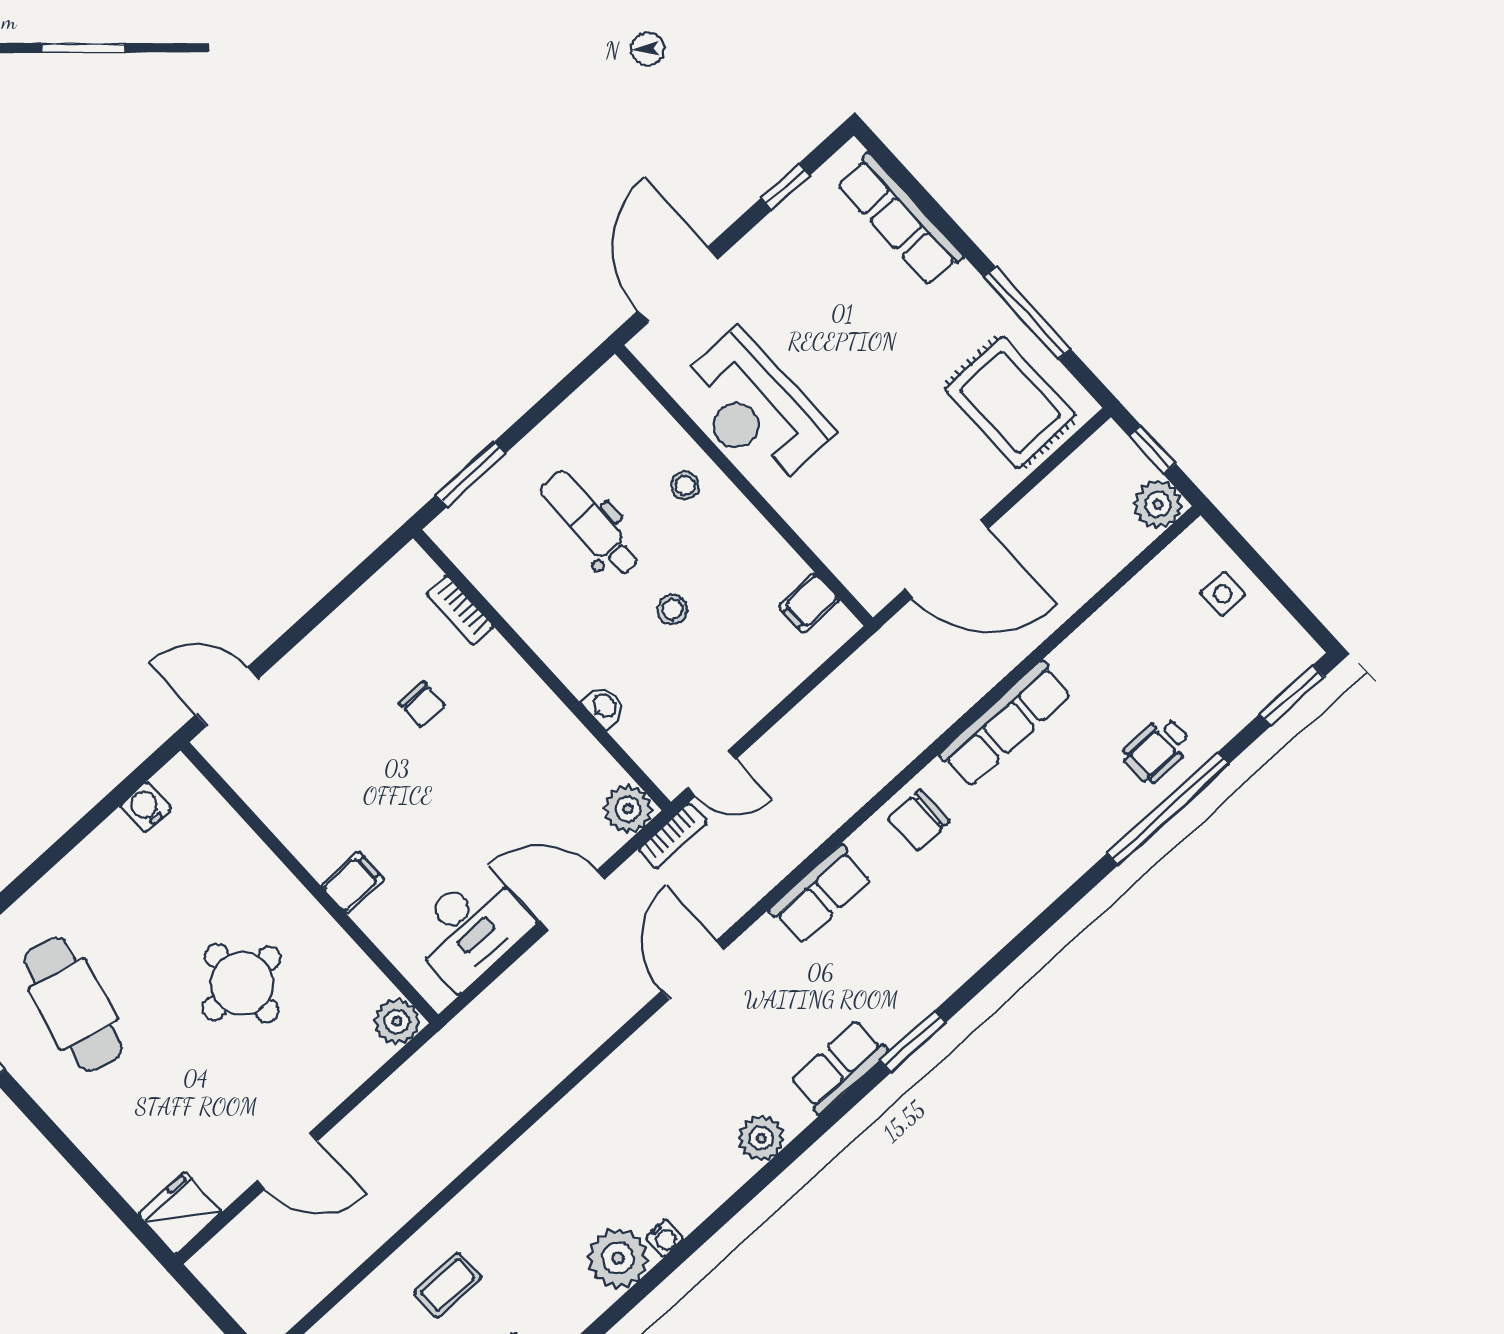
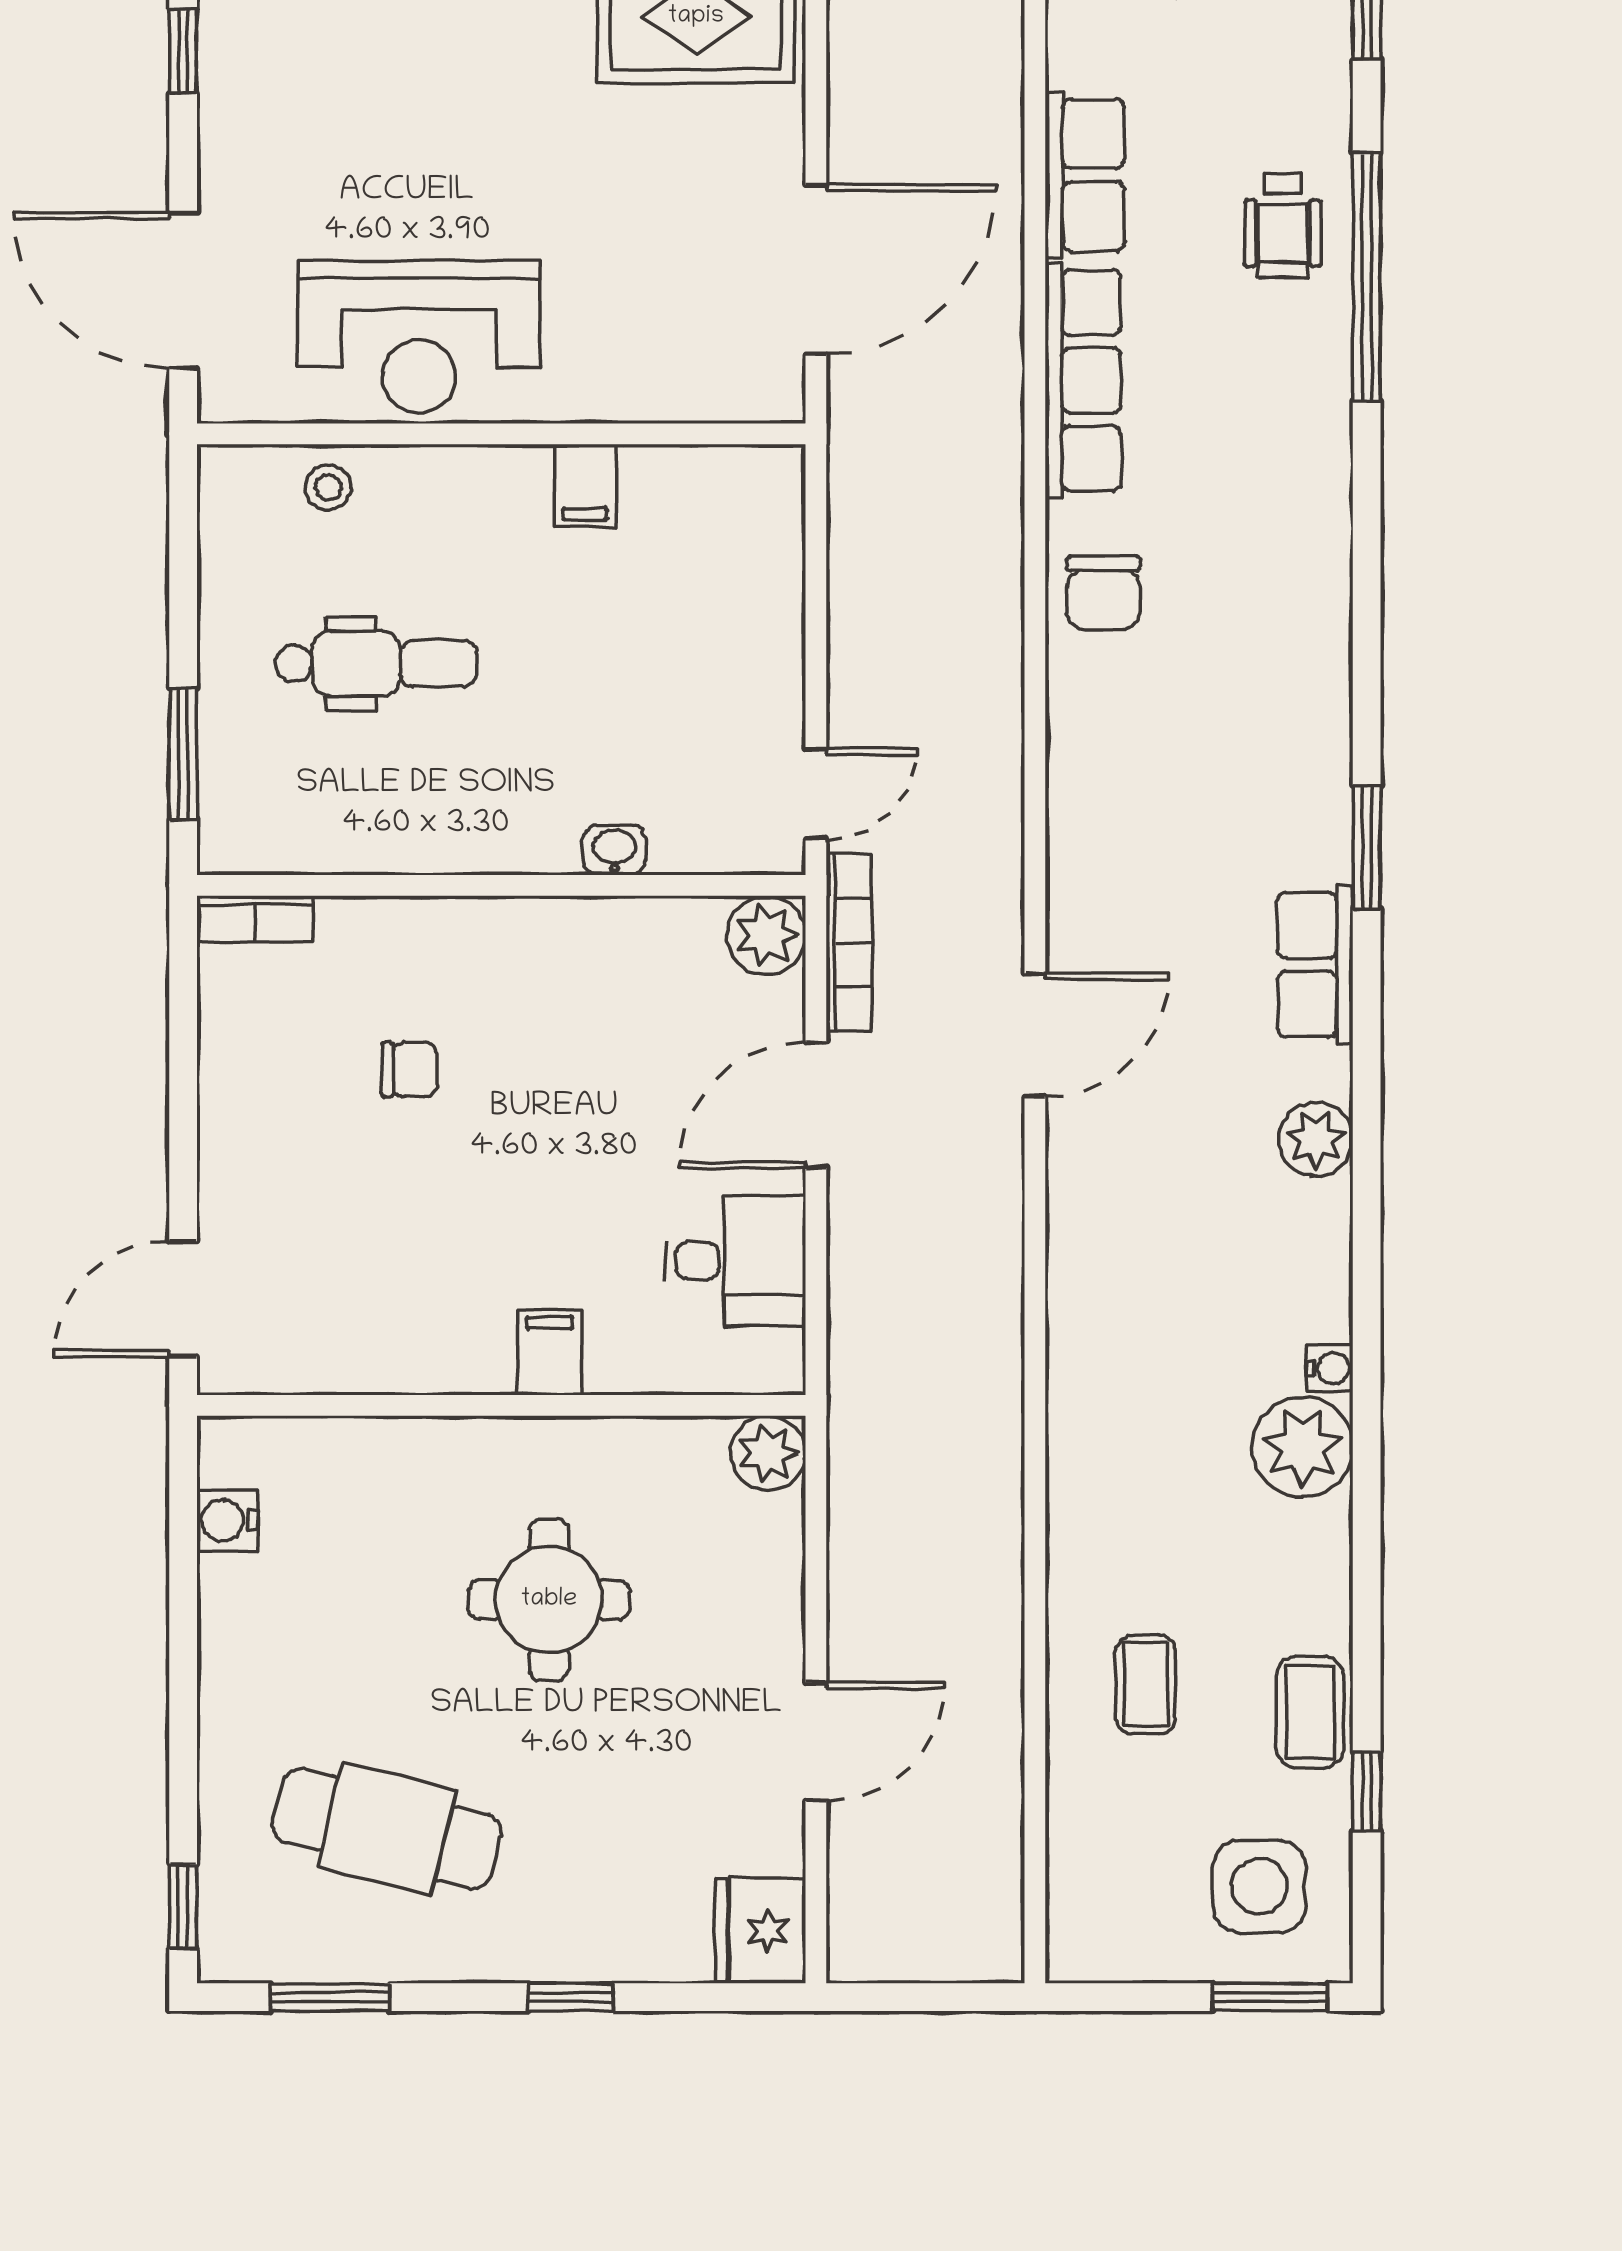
stool: (685, 486) -> (328, 488), moved
dental chair: (590, 524) -> (376, 664), turned 180
filing cabinet: (809, 603) -> (585, 485), moved
stool: (672, 609) -> (573, 659), removed
bookcase: (460, 610) -> (255, 919), moved
bookcase: (673, 836) -> (849, 943), width x1.56
row of seats: (821, 894) -> (1085, 175), moved
desk: (470, 928) -> (735, 1261), width x0.73
door: (693, 970) -> (1035, 1035), swing flipped
window: (73, 1155) -> (571, 1997), added

